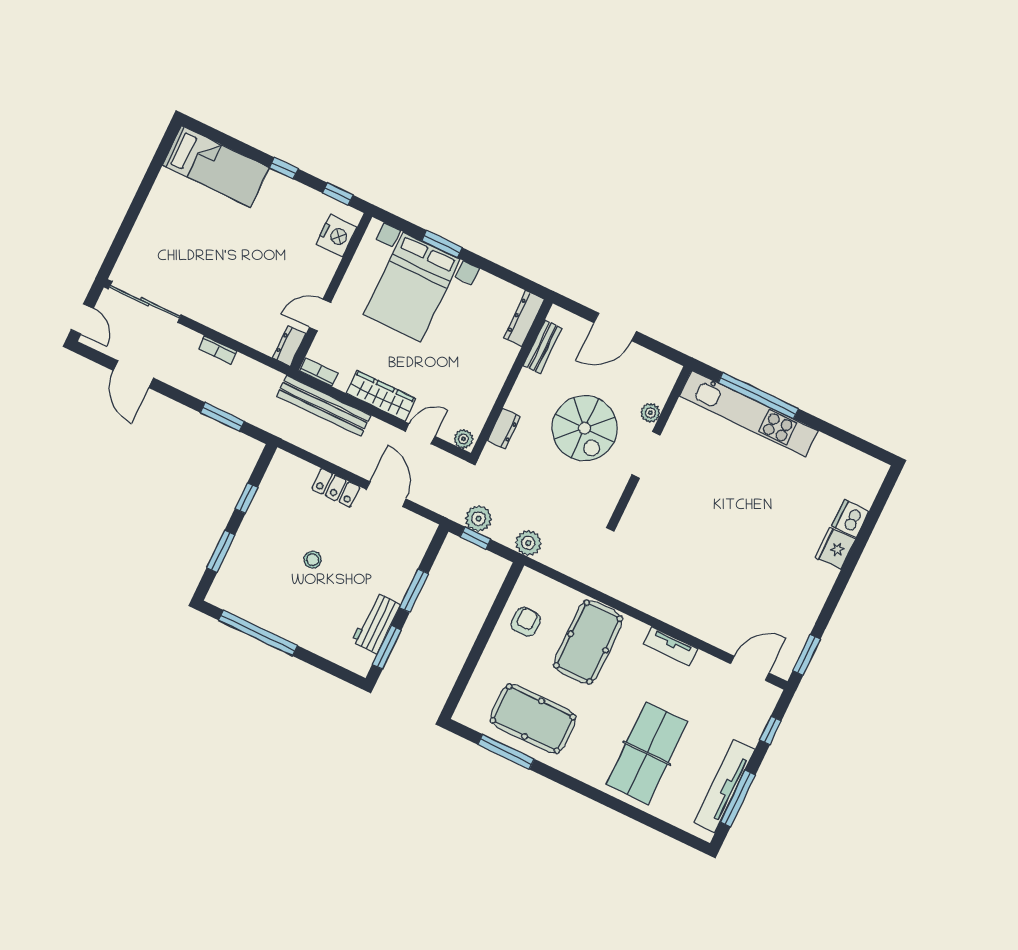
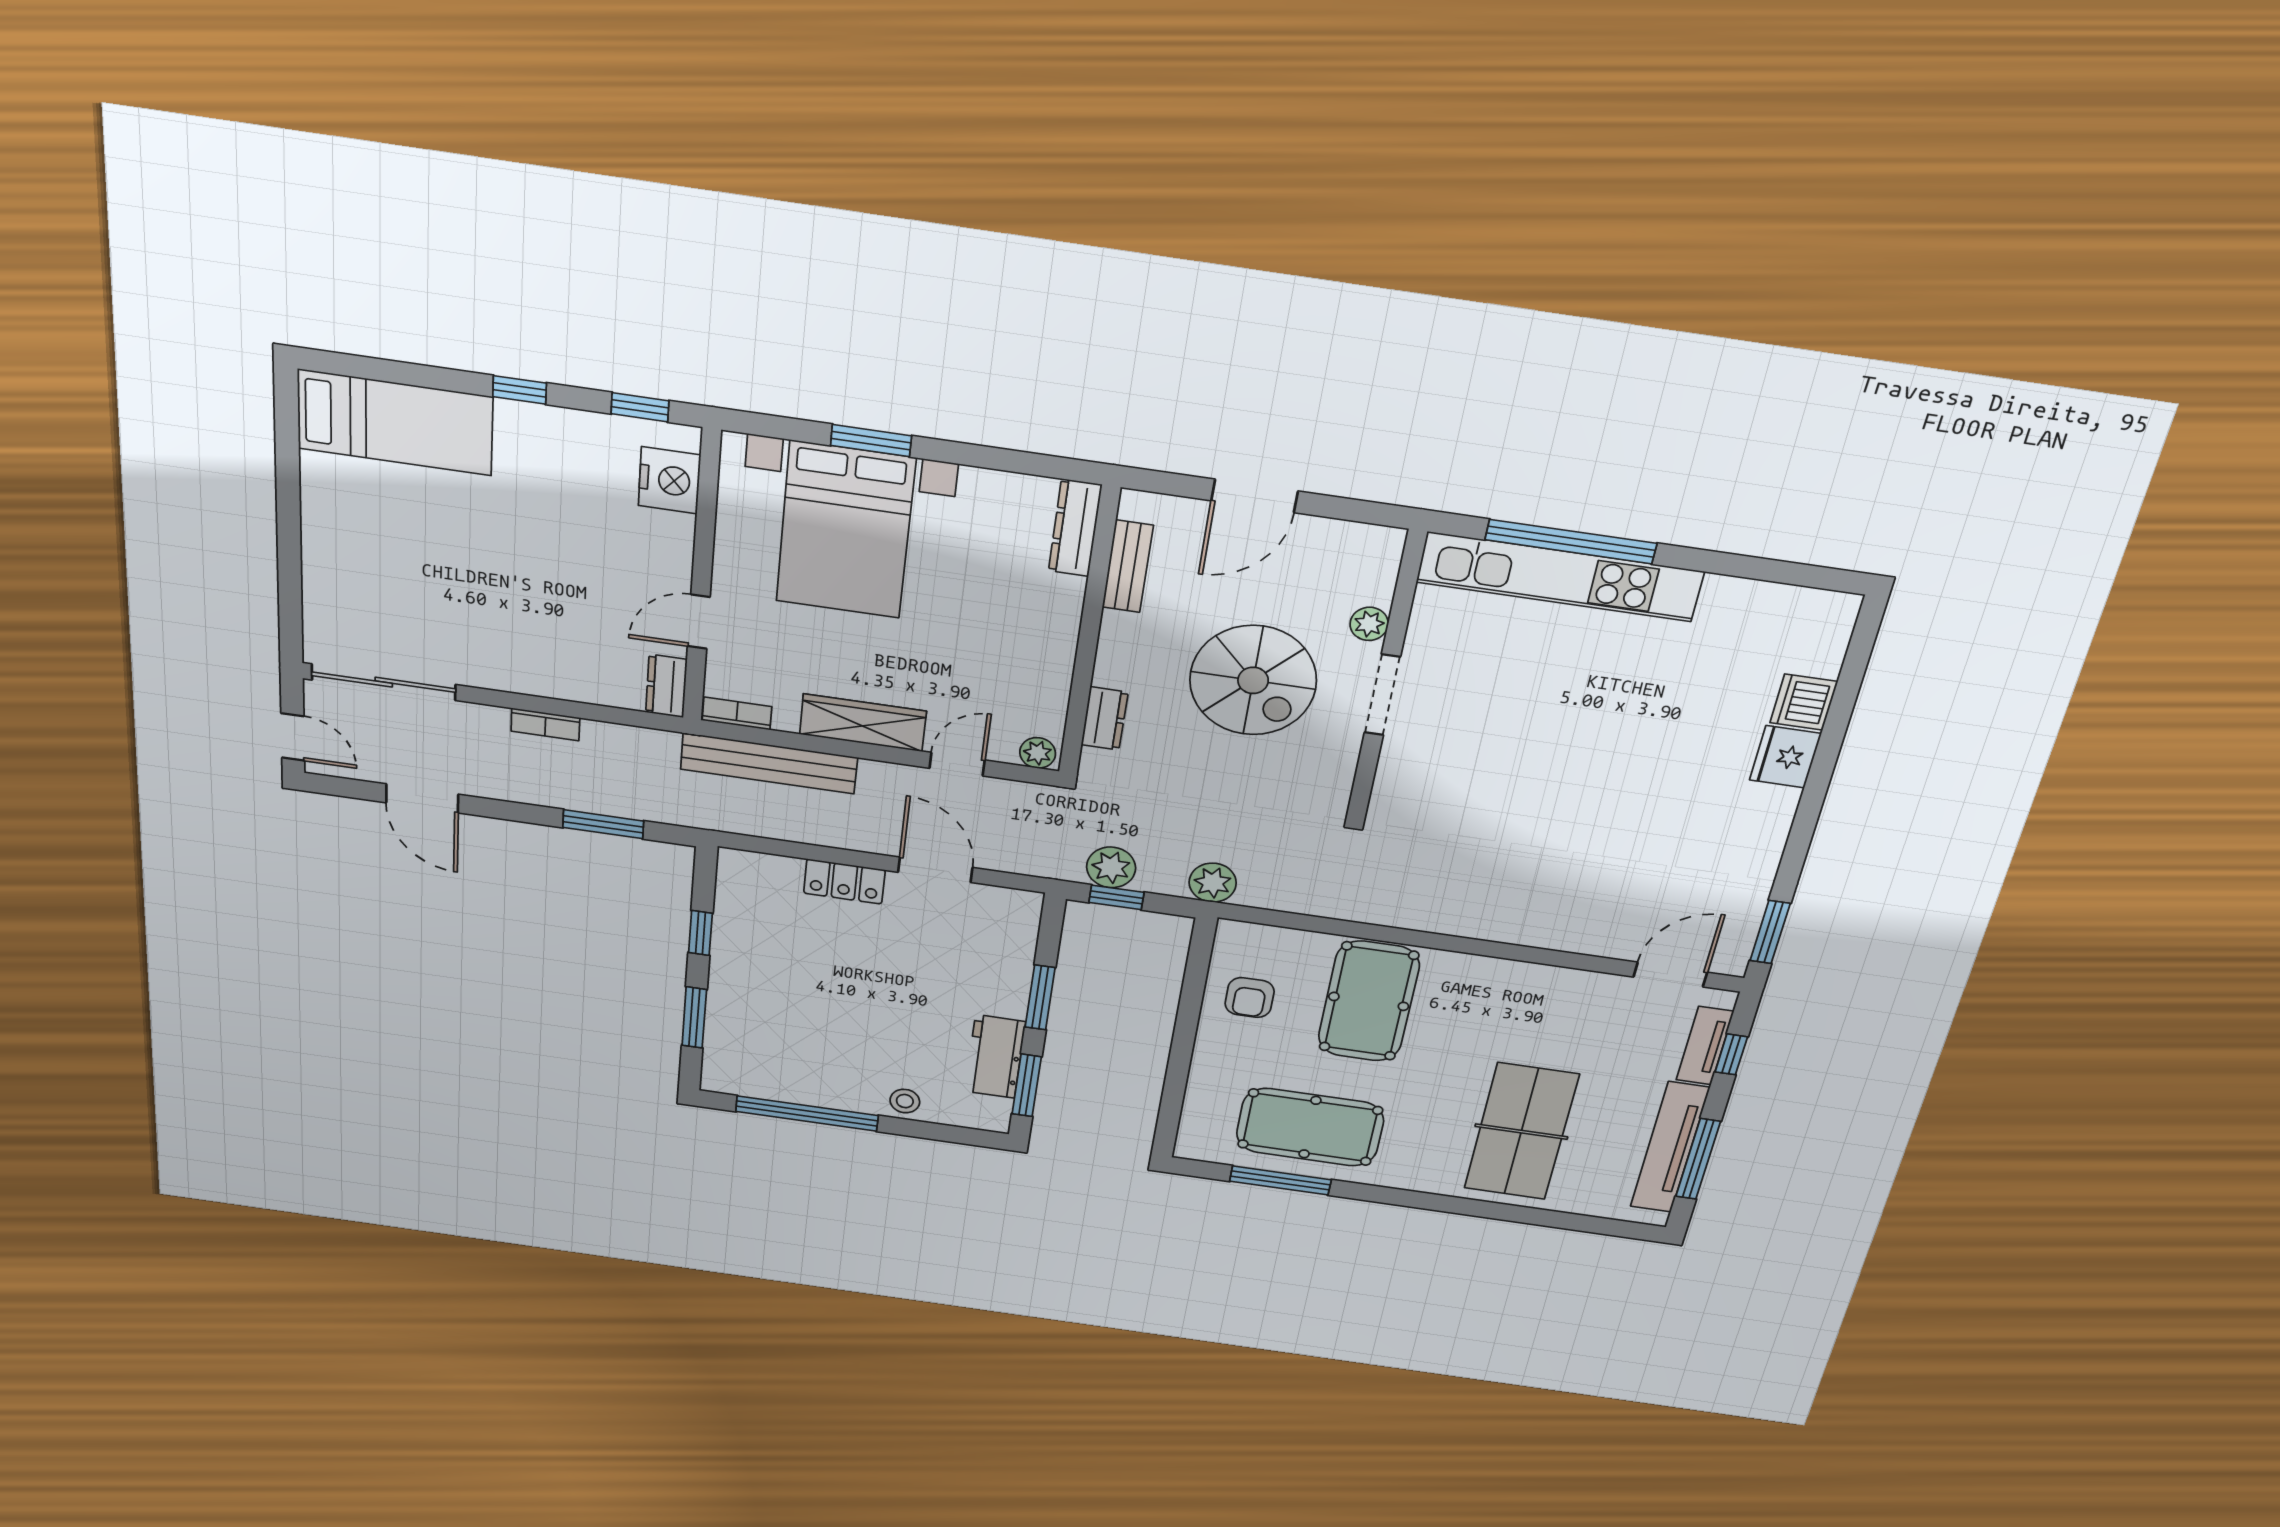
stool: (313, 560) -> (905, 1101), moved
armchair: (526, 622) -> (1250, 998), turned 180
tv unit: (671, 646) -> (1705, 1046), moved, turned 90

